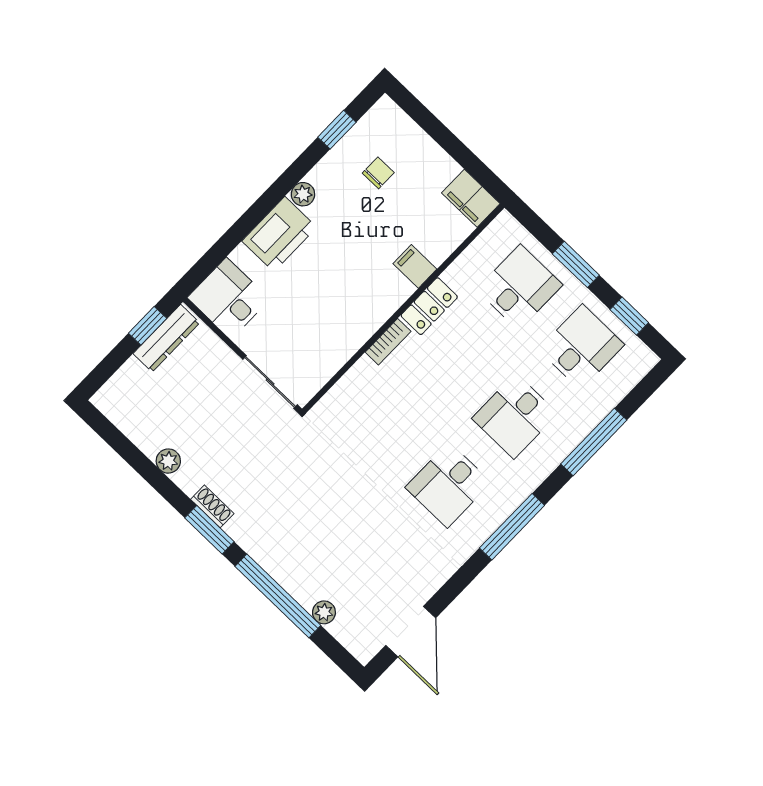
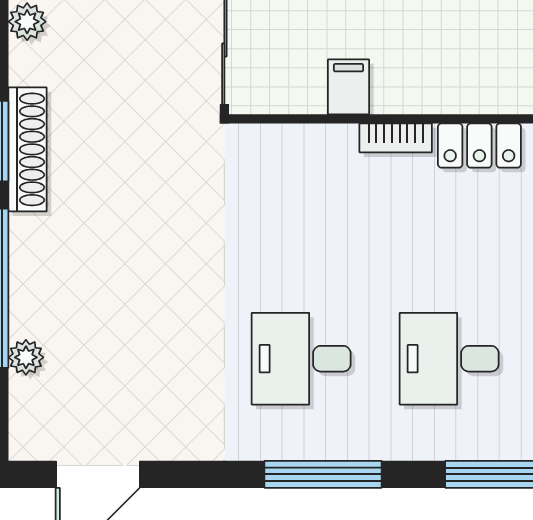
filing cabinet: (415, 266) -> (348, 87), moved
shoe rack: (212, 506) -> (27, 149), width x1.94, depth x1.24

